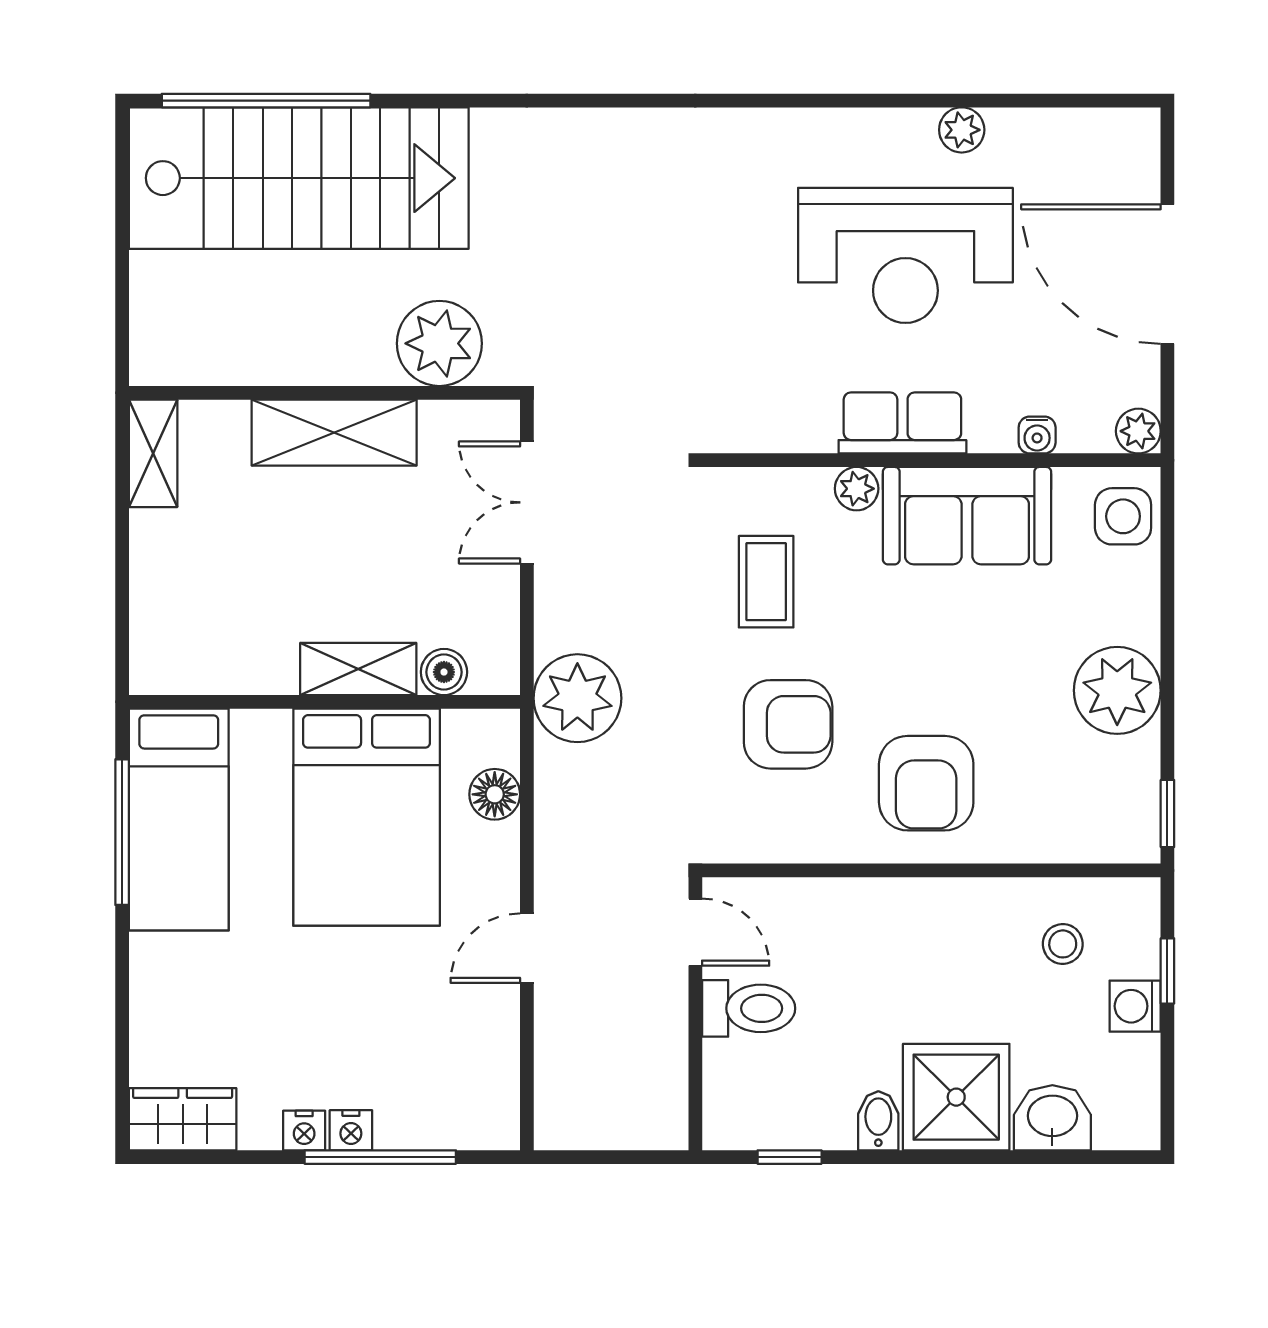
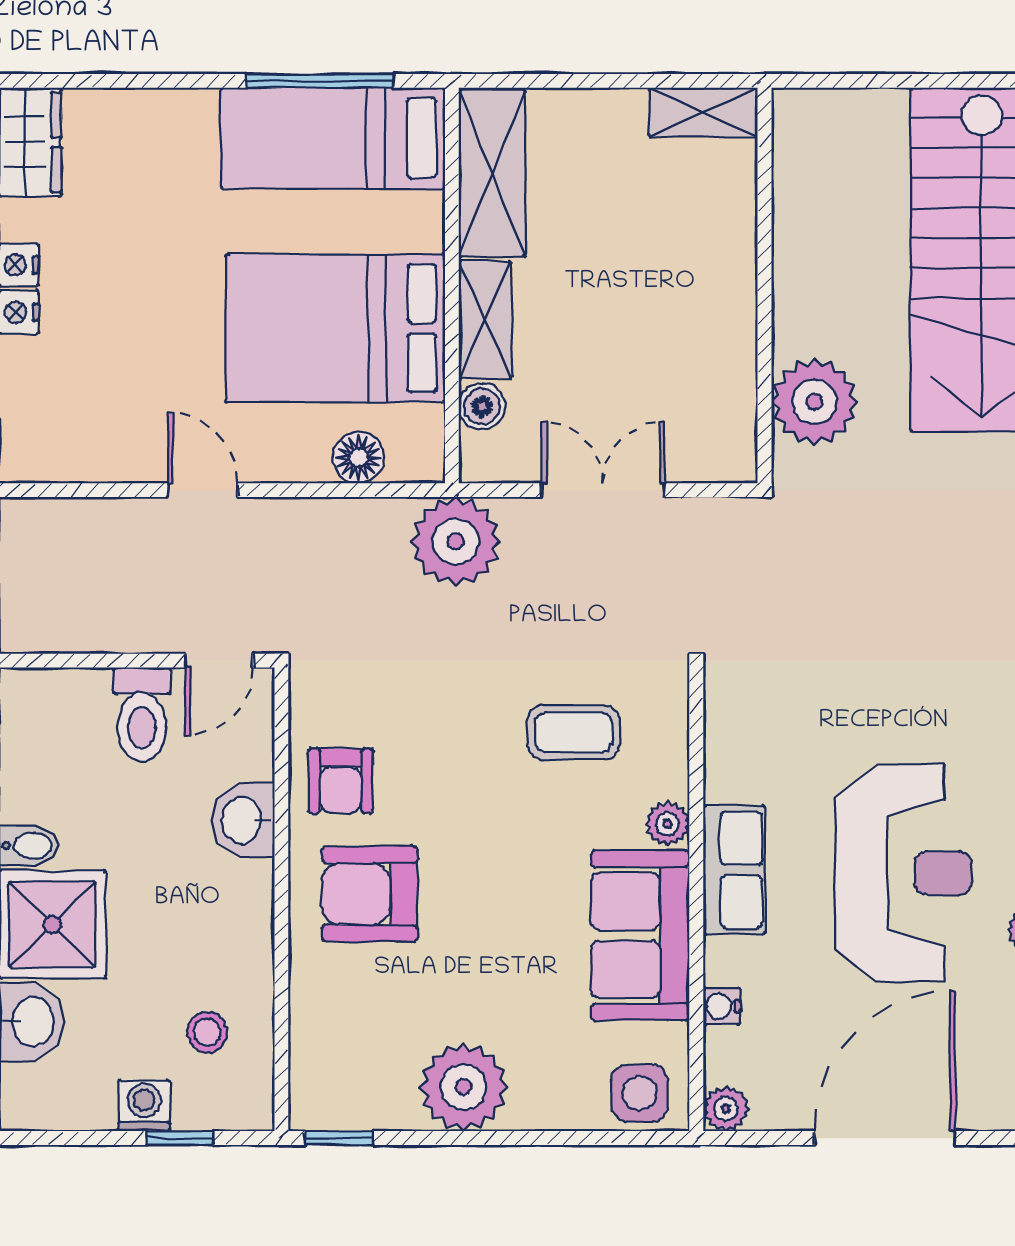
reception desk: (905, 255) -> (903, 873), turned 180
shelving: (334, 433) -> (492, 173), moved
double door: (527, 502) -> (603, 490), moved
armchair: (788, 724) -> (341, 781), moved, width x0.72, depth x0.72
washbasin: (853, 908) -> (243, 820), added

